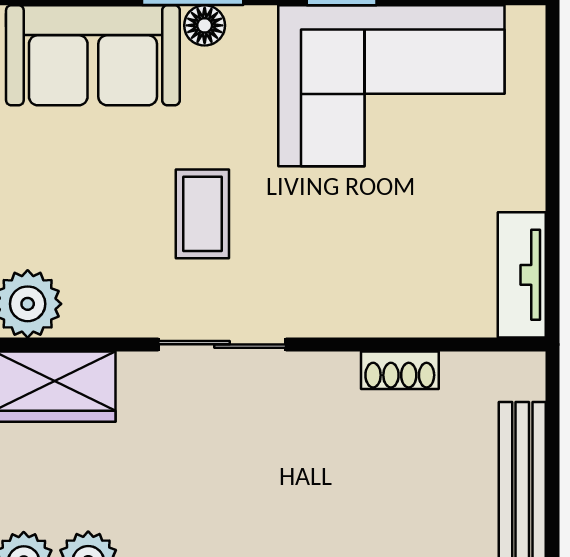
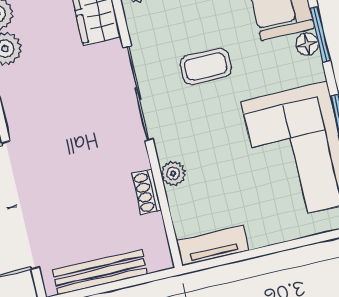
plant: (378, 315) -> (173, 173), added
sliding door: (222, 344) -> (138, 93), width x1.37

